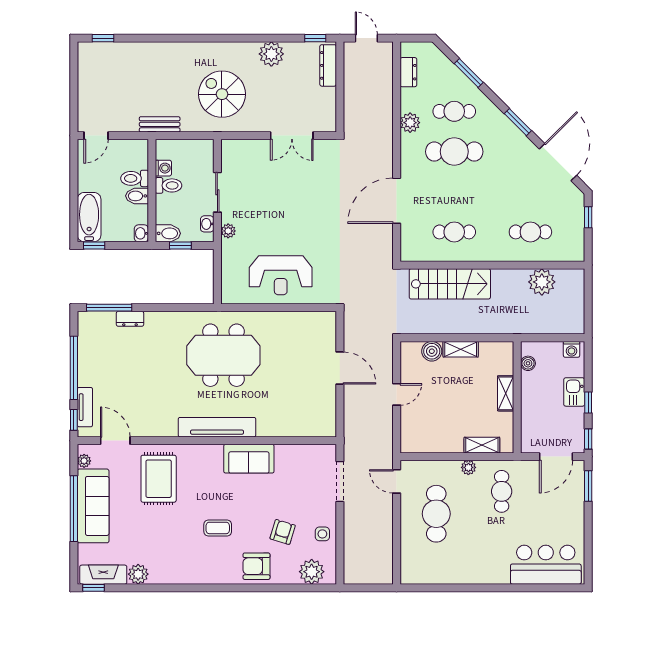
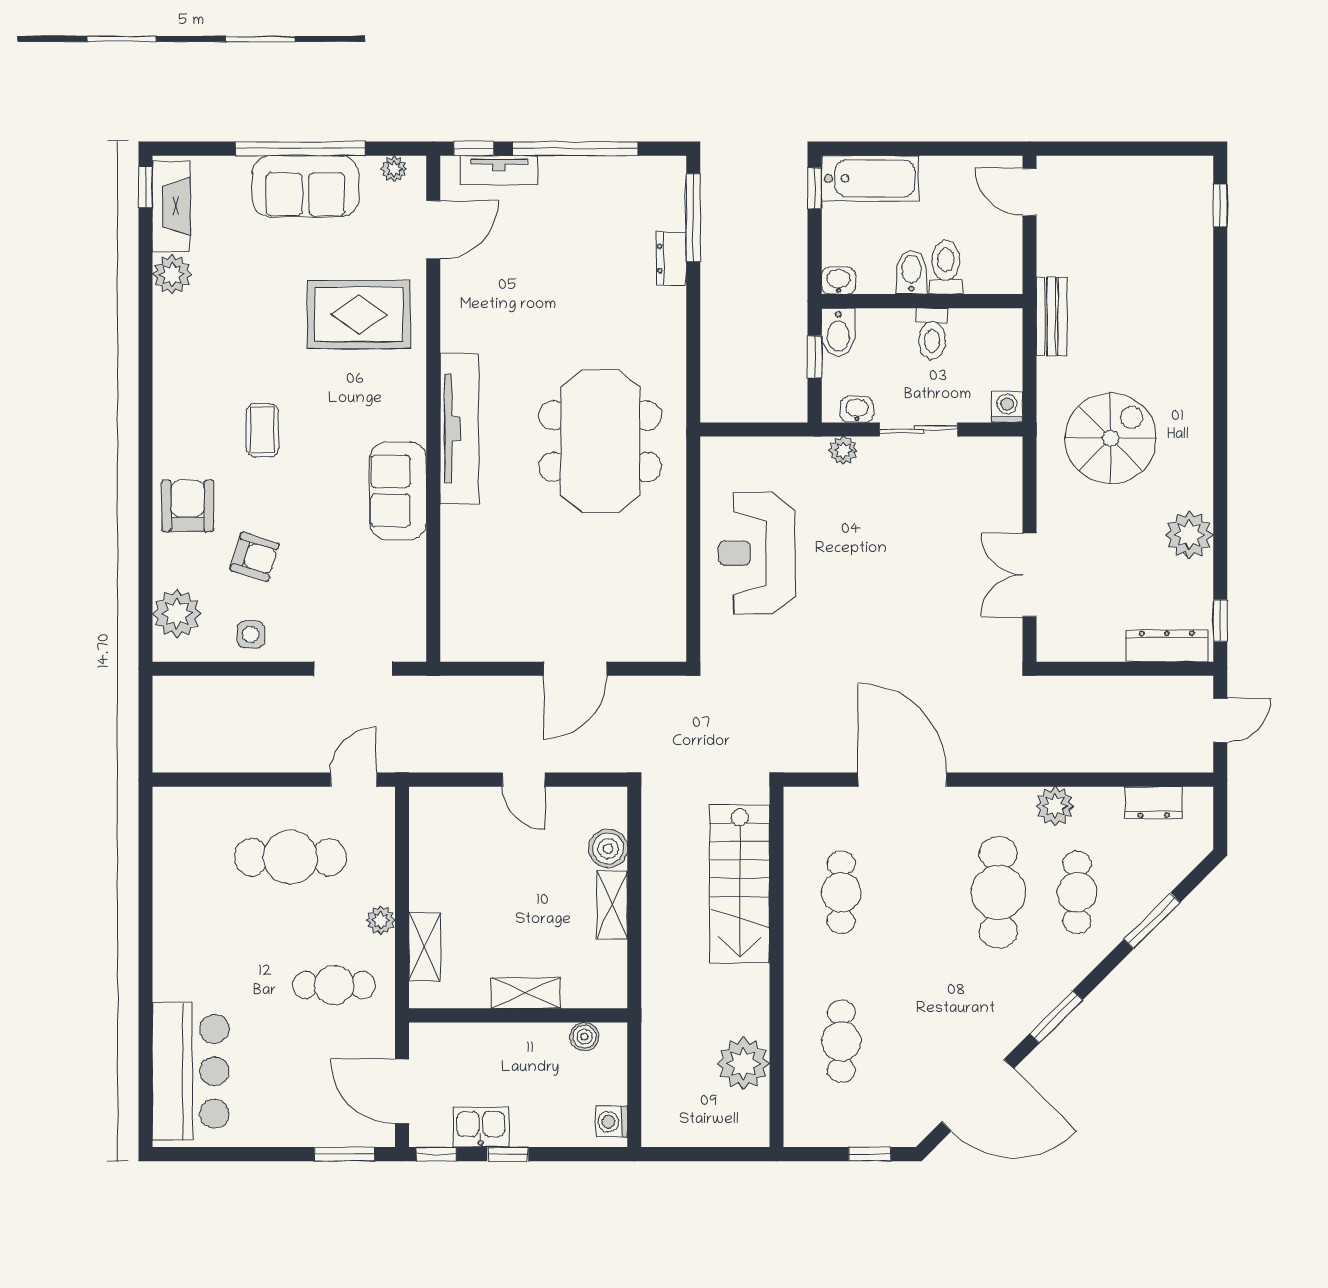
washing machine: (163, 168) -> (1007, 407), moved, turned 180
kitchen sink: (574, 392) -> (481, 1127), moved
sofa: (93, 506) -> (305, 186), width x0.73

